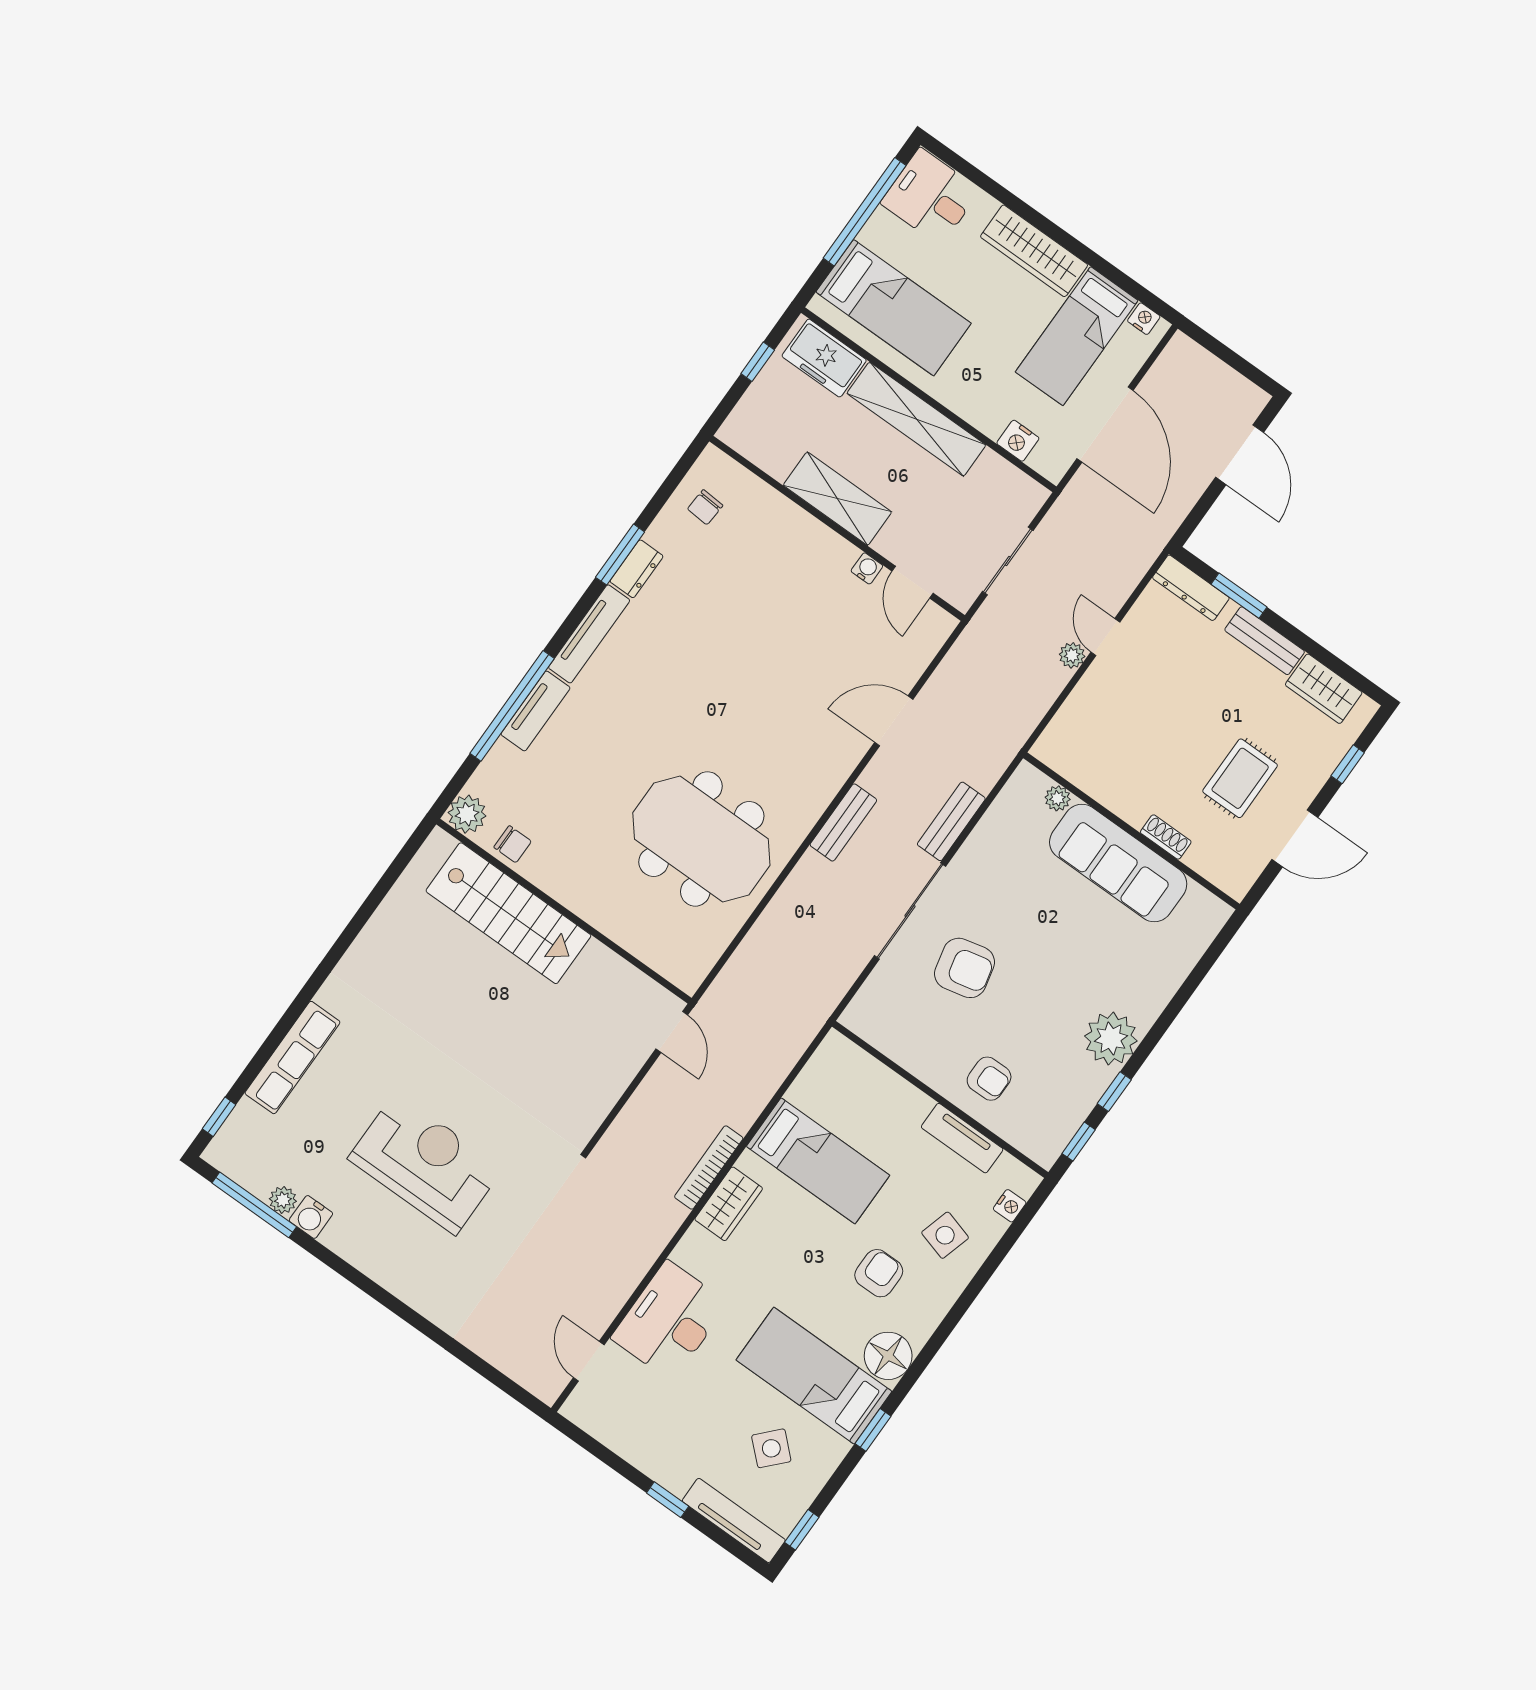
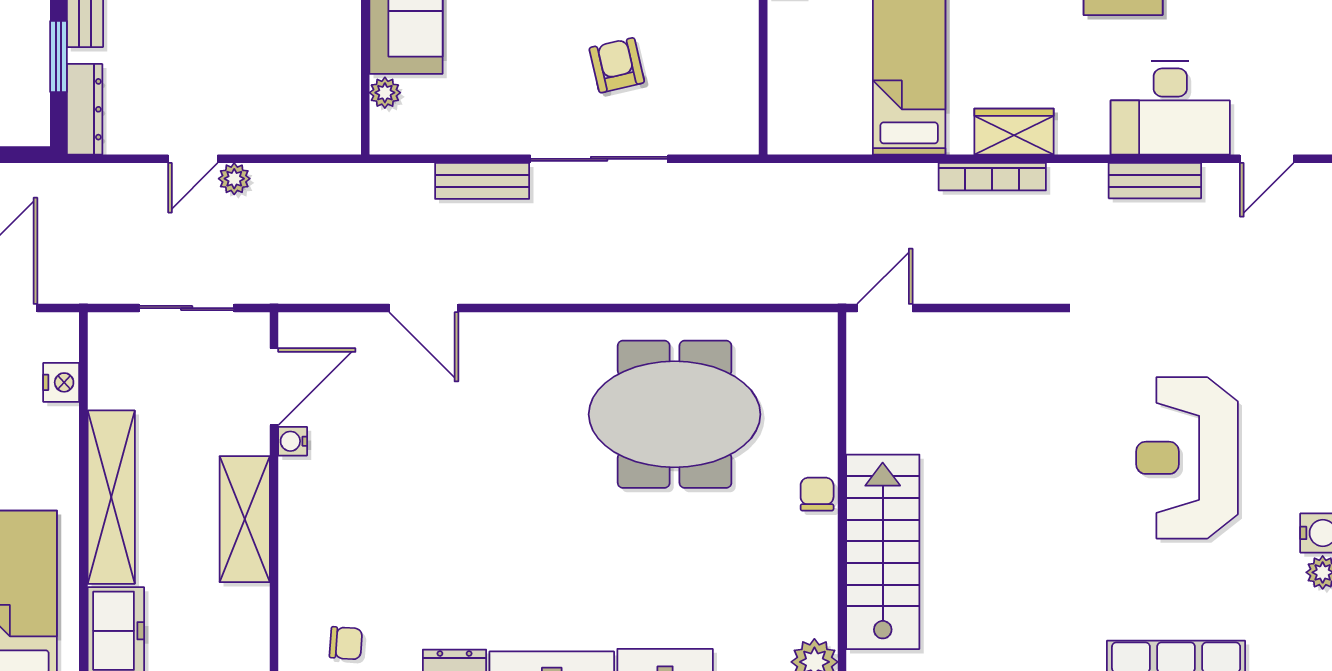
door: (913, 582) -> (274, 387), width x1.38
bench: (843, 822) -> (1155, 181), moved
meeting table: (701, 839) -> (675, 414), turned 90
chair: (513, 844) -> (817, 494), moved
armchair: (965, 968) -> (617, 65), width x0.72, depth x0.72

